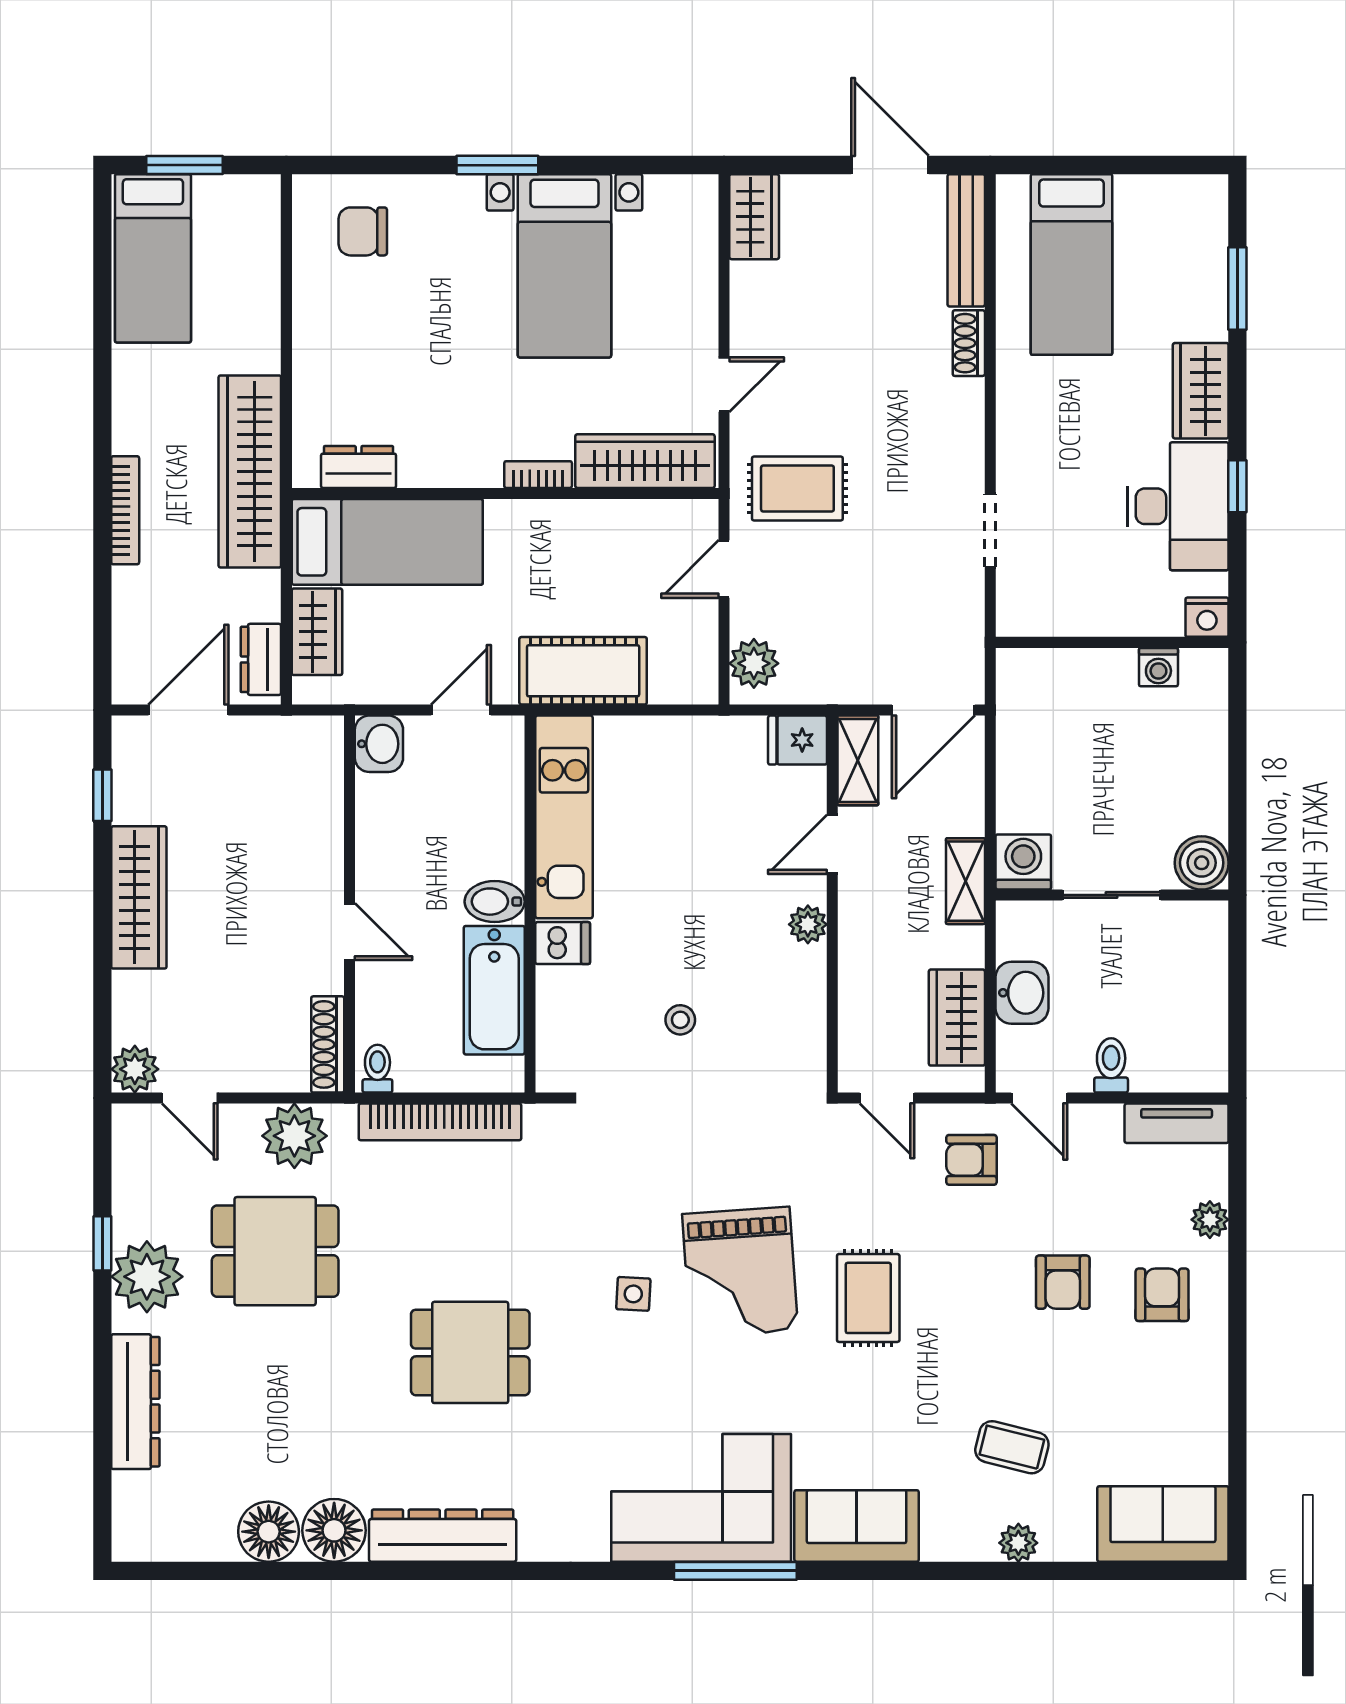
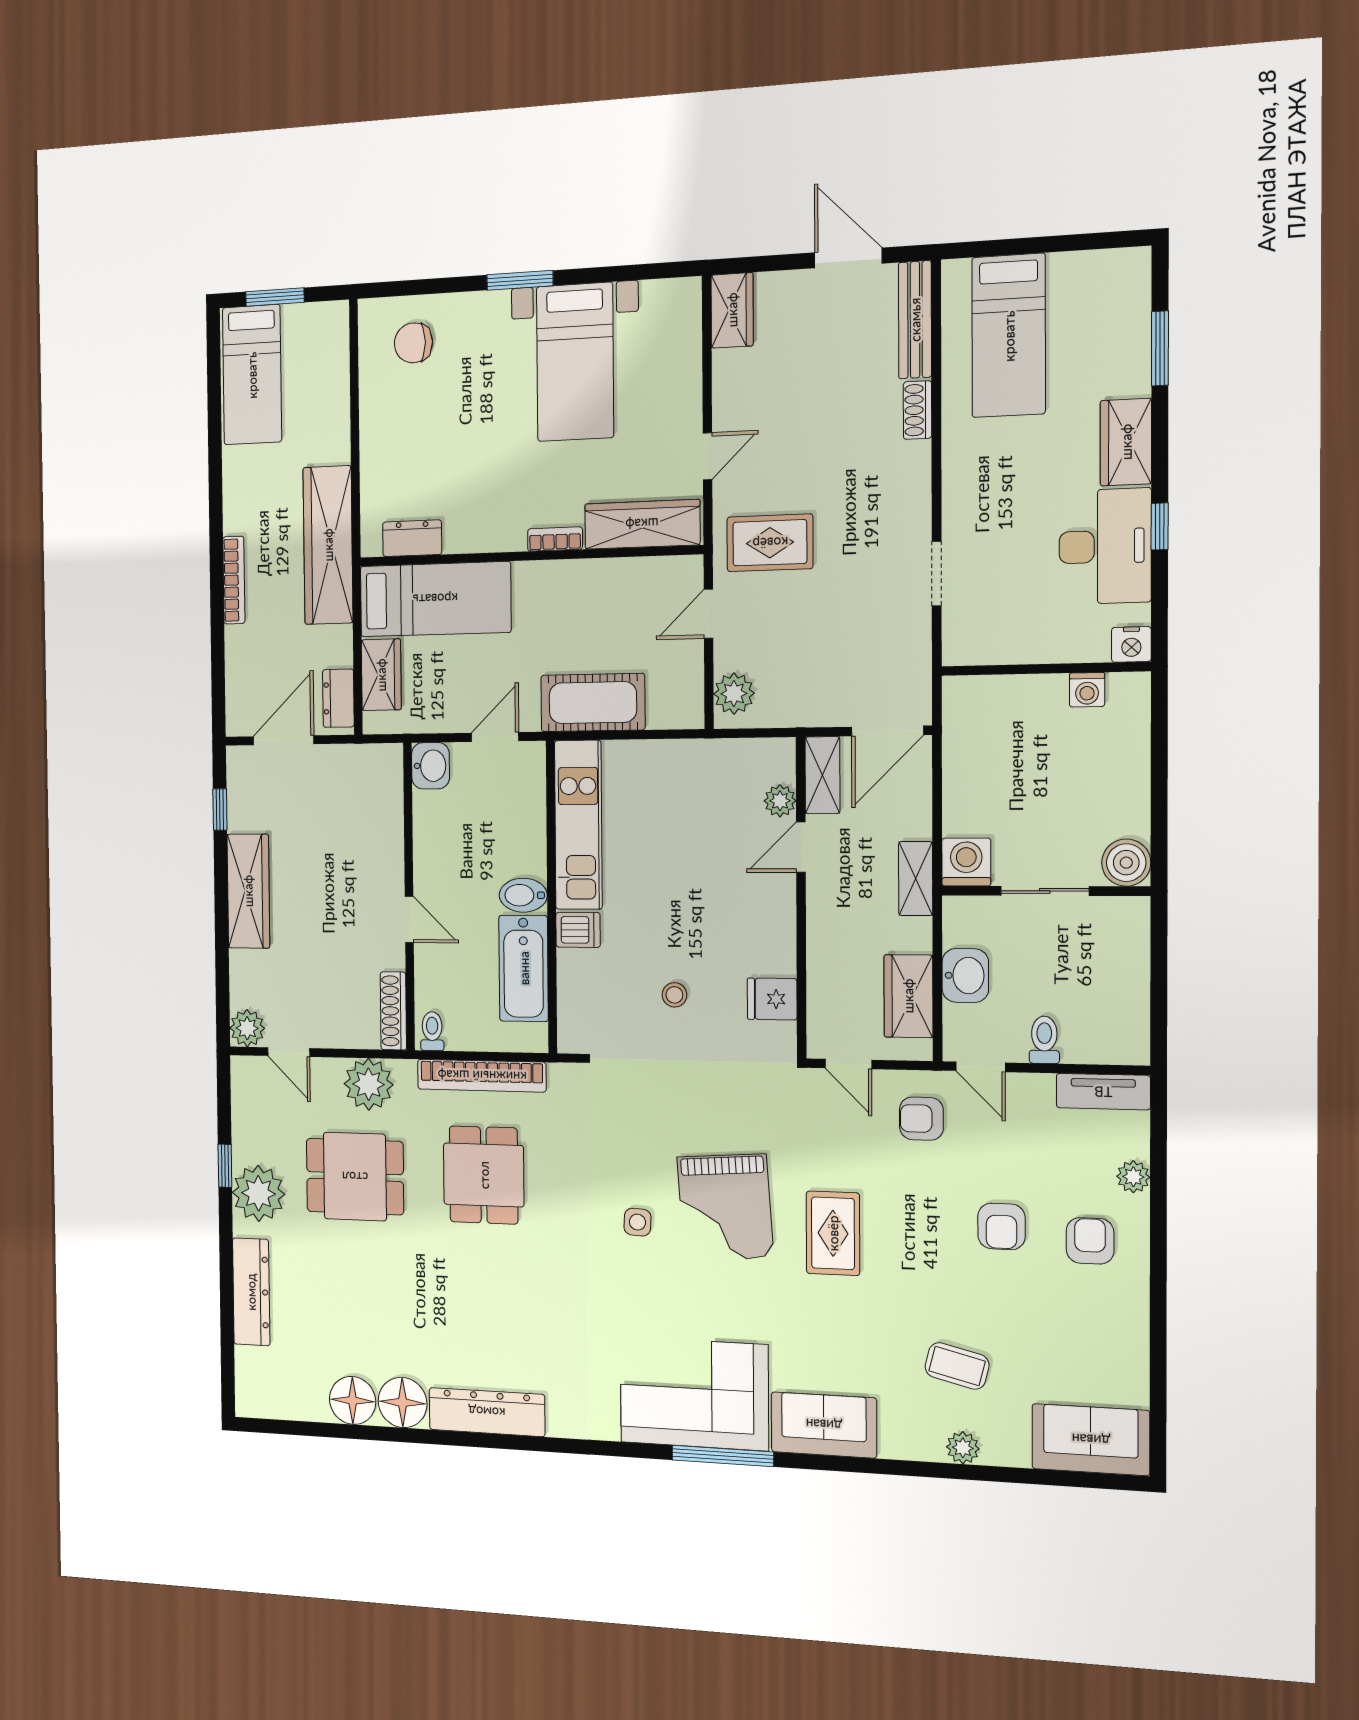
fridge: (798, 740) -> (772, 999), moved
plant: (808, 924) -> (780, 801), moved
dining table: (470, 1352) -> (484, 1175), moved, turned 90

